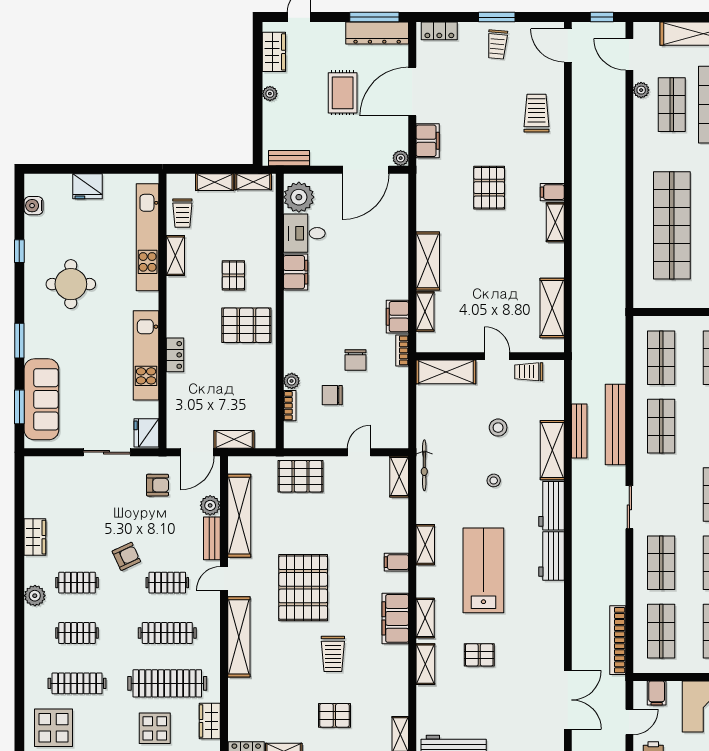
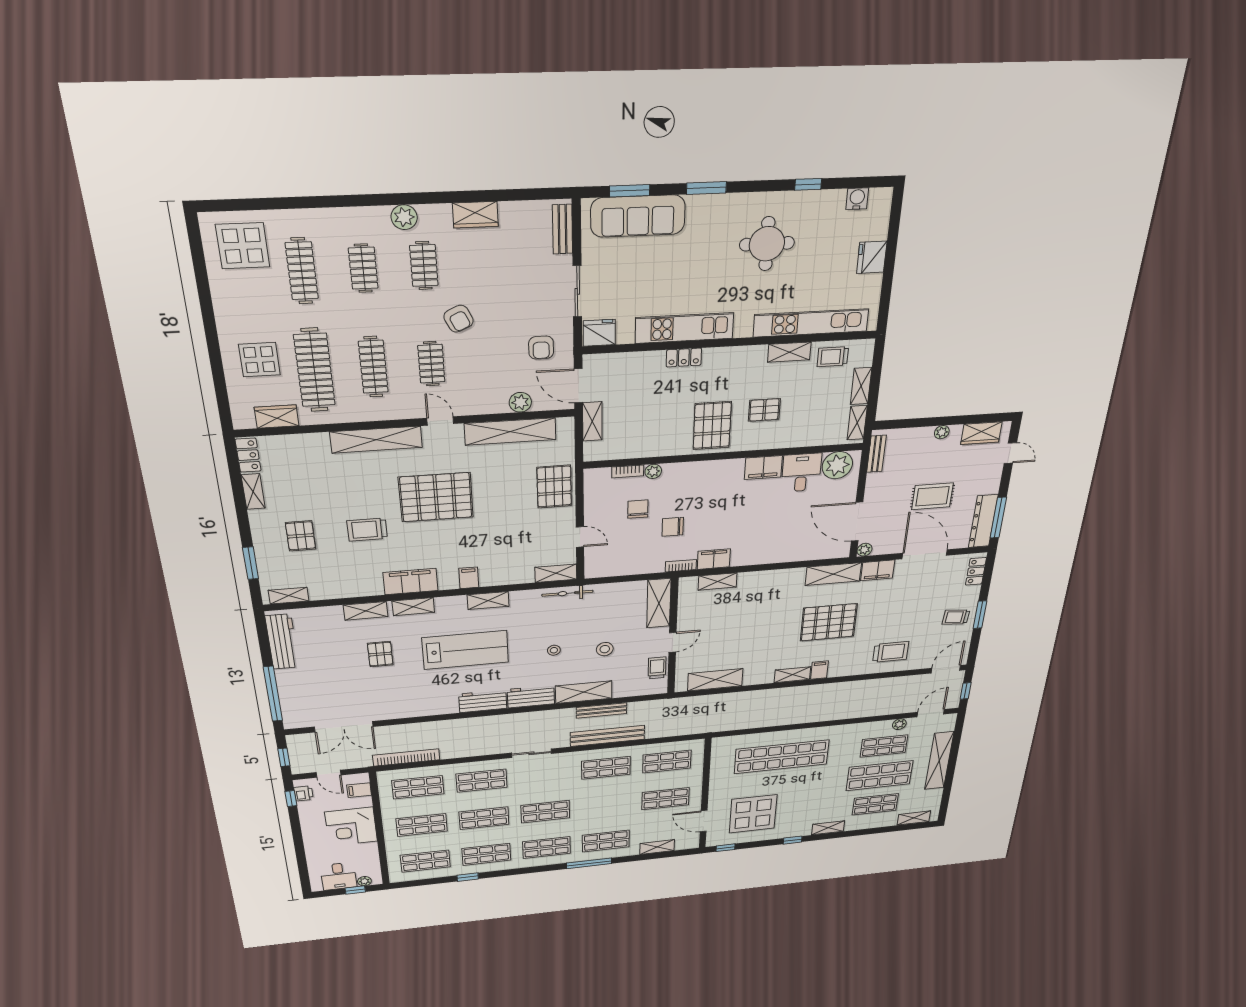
pallet: (489, 188) -> (829, 622), width x1.37, depth x1.41
shelving: (428, 261) -> (833, 574), moved
bench: (212, 538) -> (562, 229), moved, turned 90

